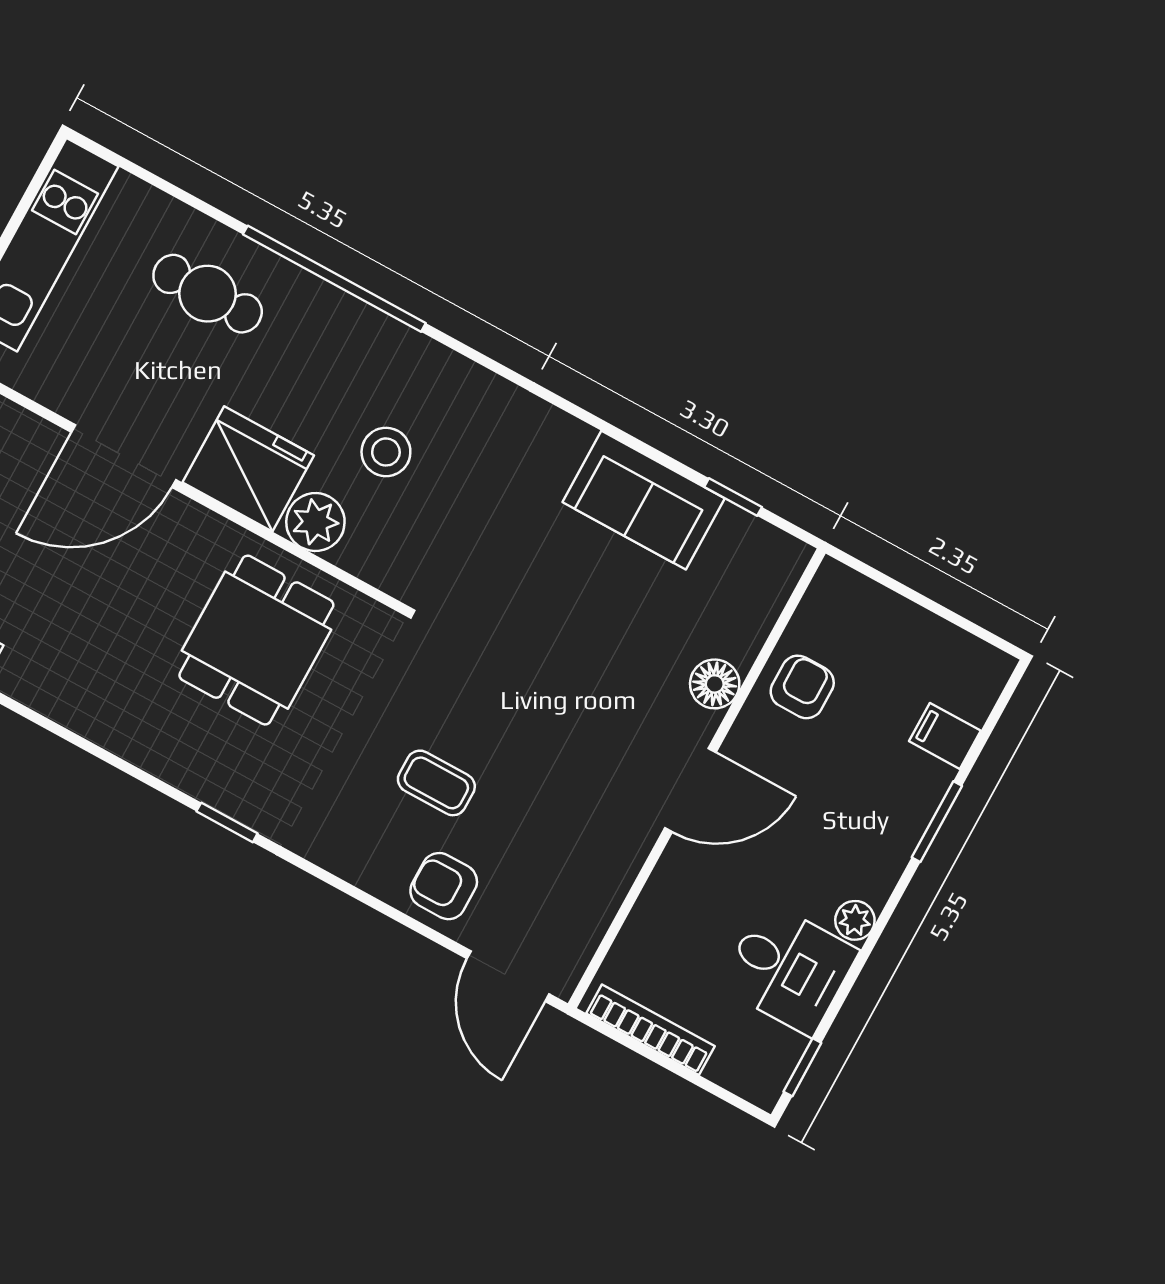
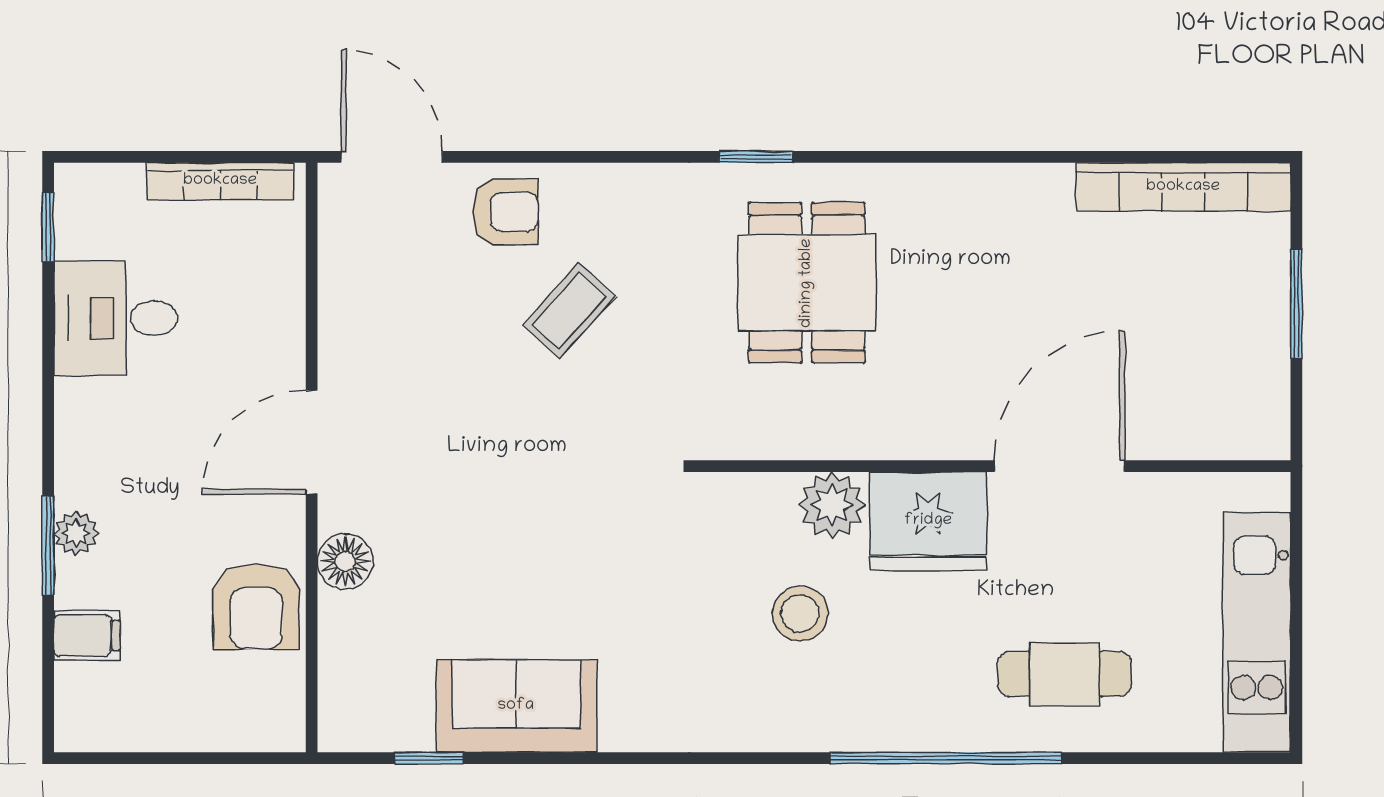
dining table: (256, 640) -> (807, 283), moved
armchair: (802, 687) -> (256, 606), width x1.38, depth x1.38
coffee table: (436, 783) -> (569, 311), turned -48
plant: (855, 920) -> (76, 533), moved

